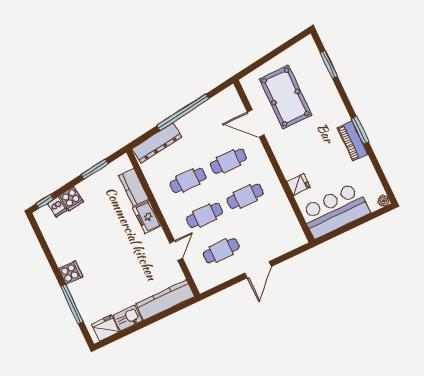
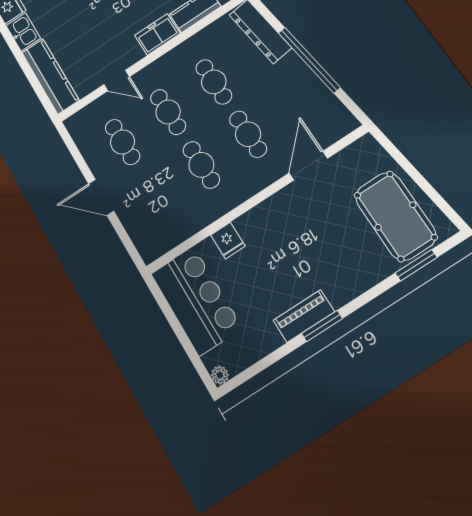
pool table: (286, 97) -> (395, 216), moved, turned 90

